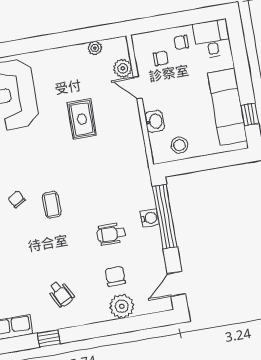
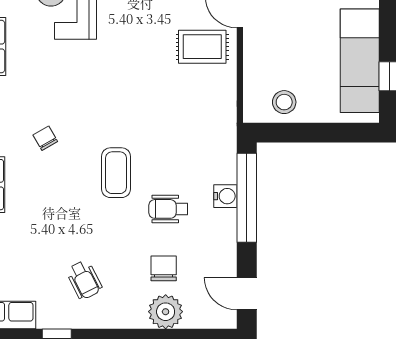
rug: (82, 119) -> (202, 47), moved, turned 90
washbasin: (155, 121) -> (255, 63), removed
coffee table: (52, 205) -> (116, 173), moved, width x1.36, depth x1.30
door: (176, 284) -> (247, 294), hinge flipped

